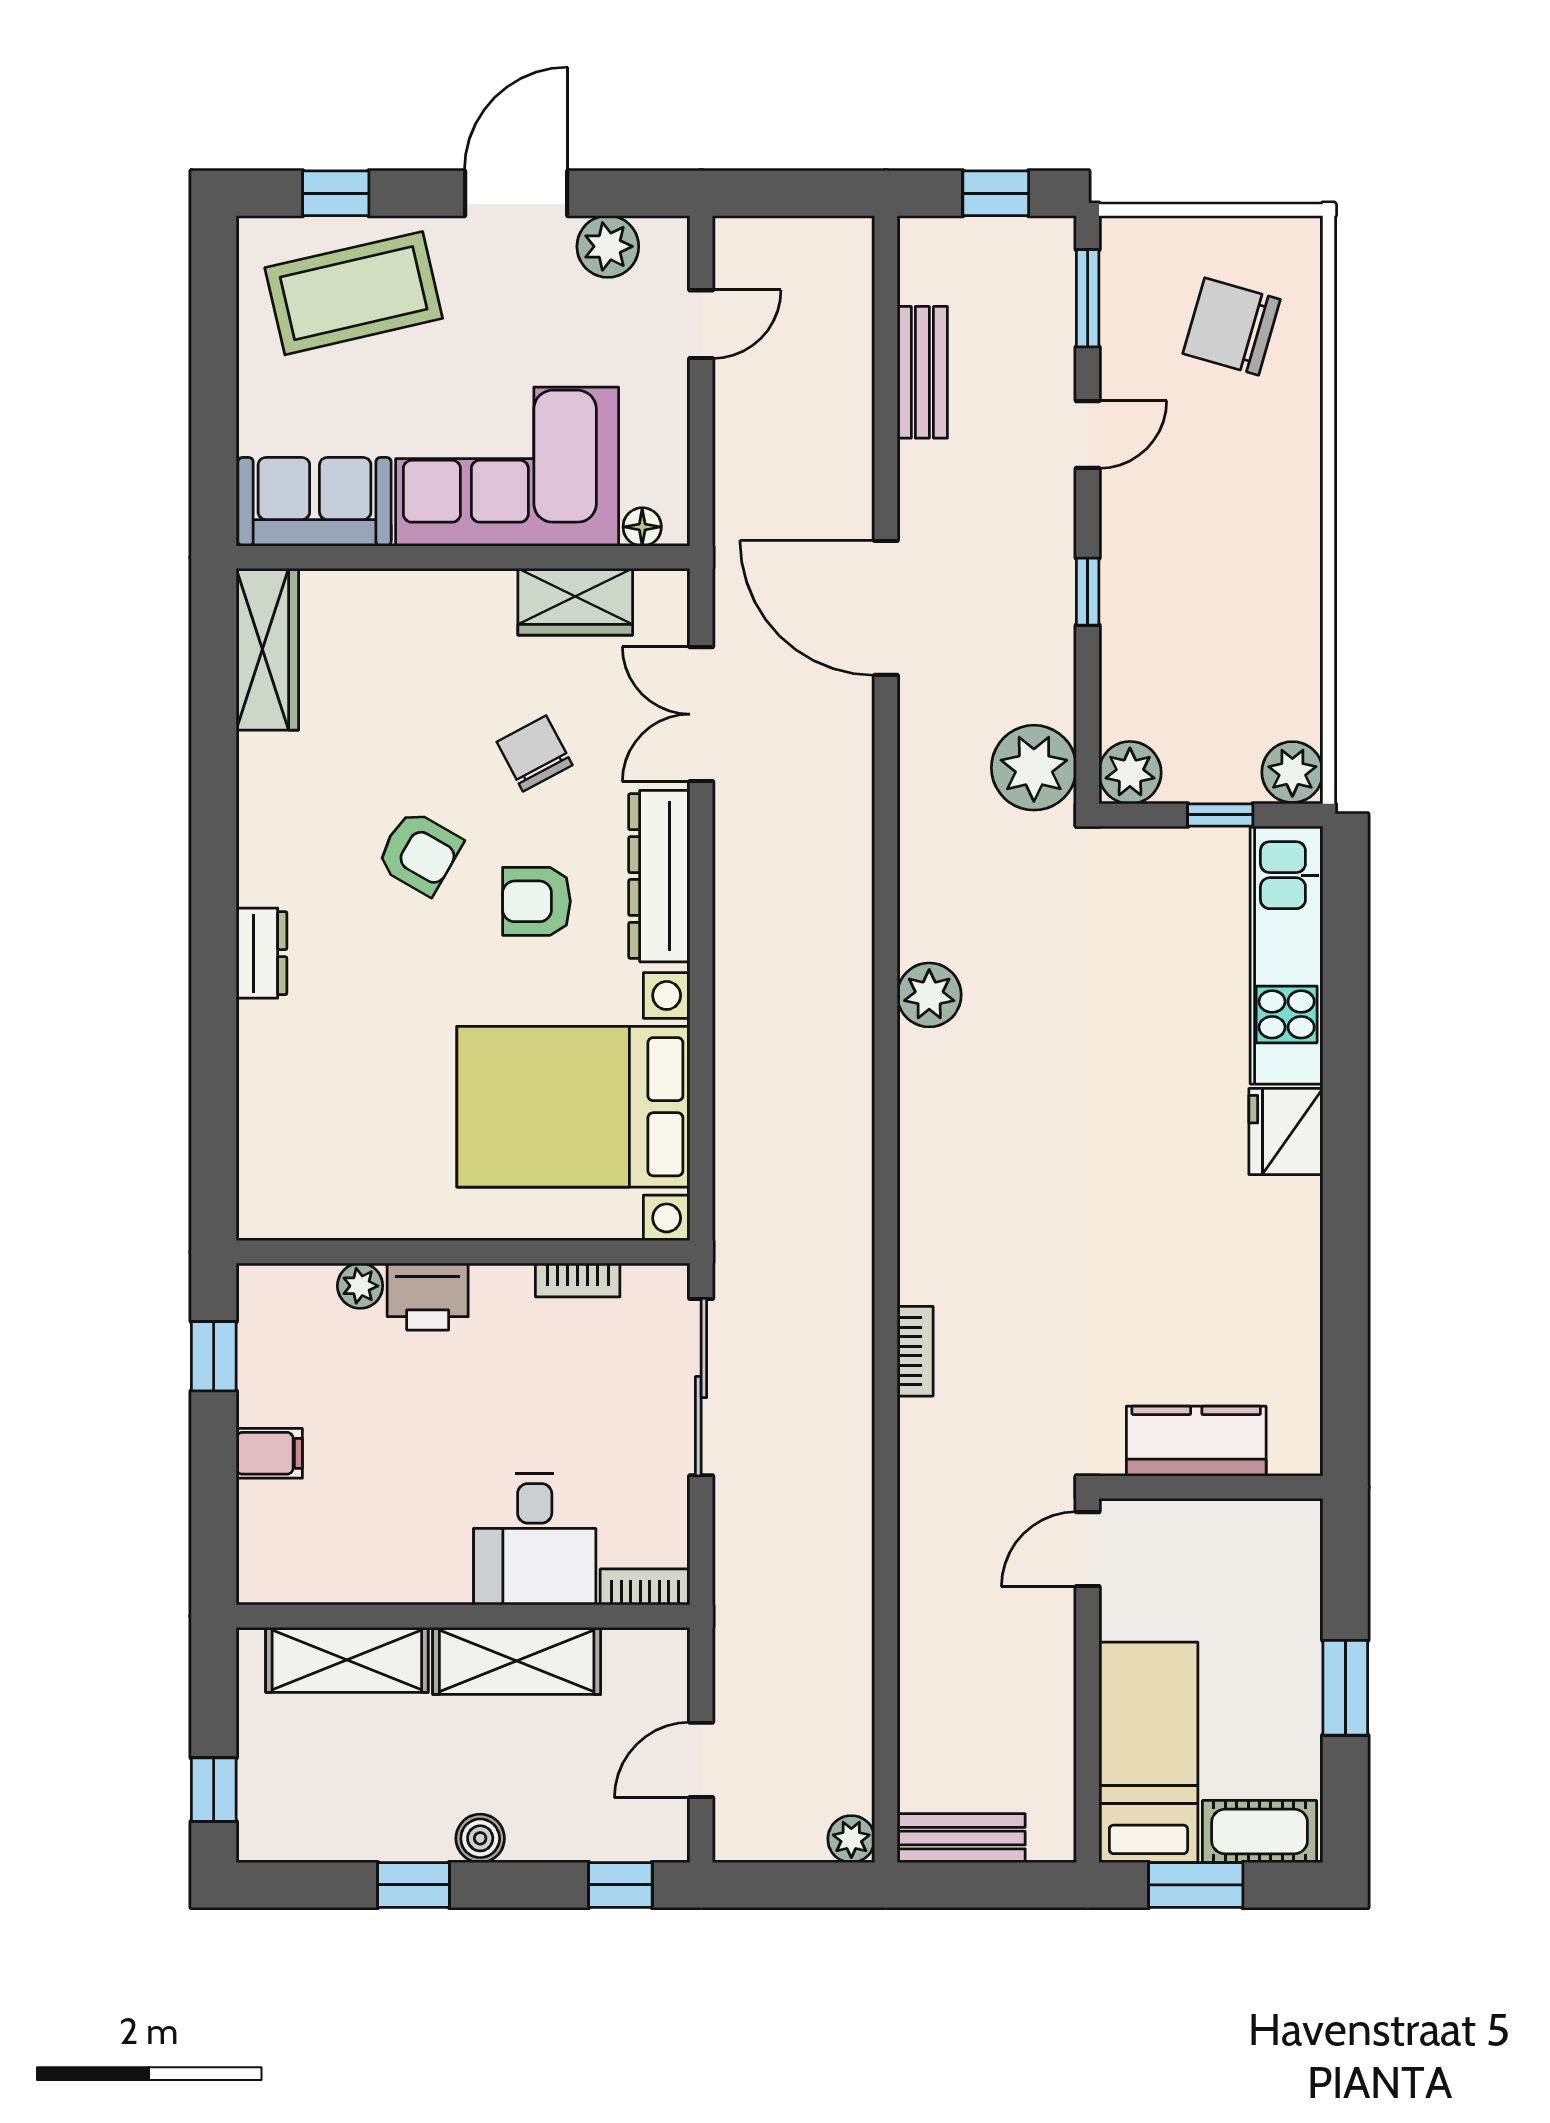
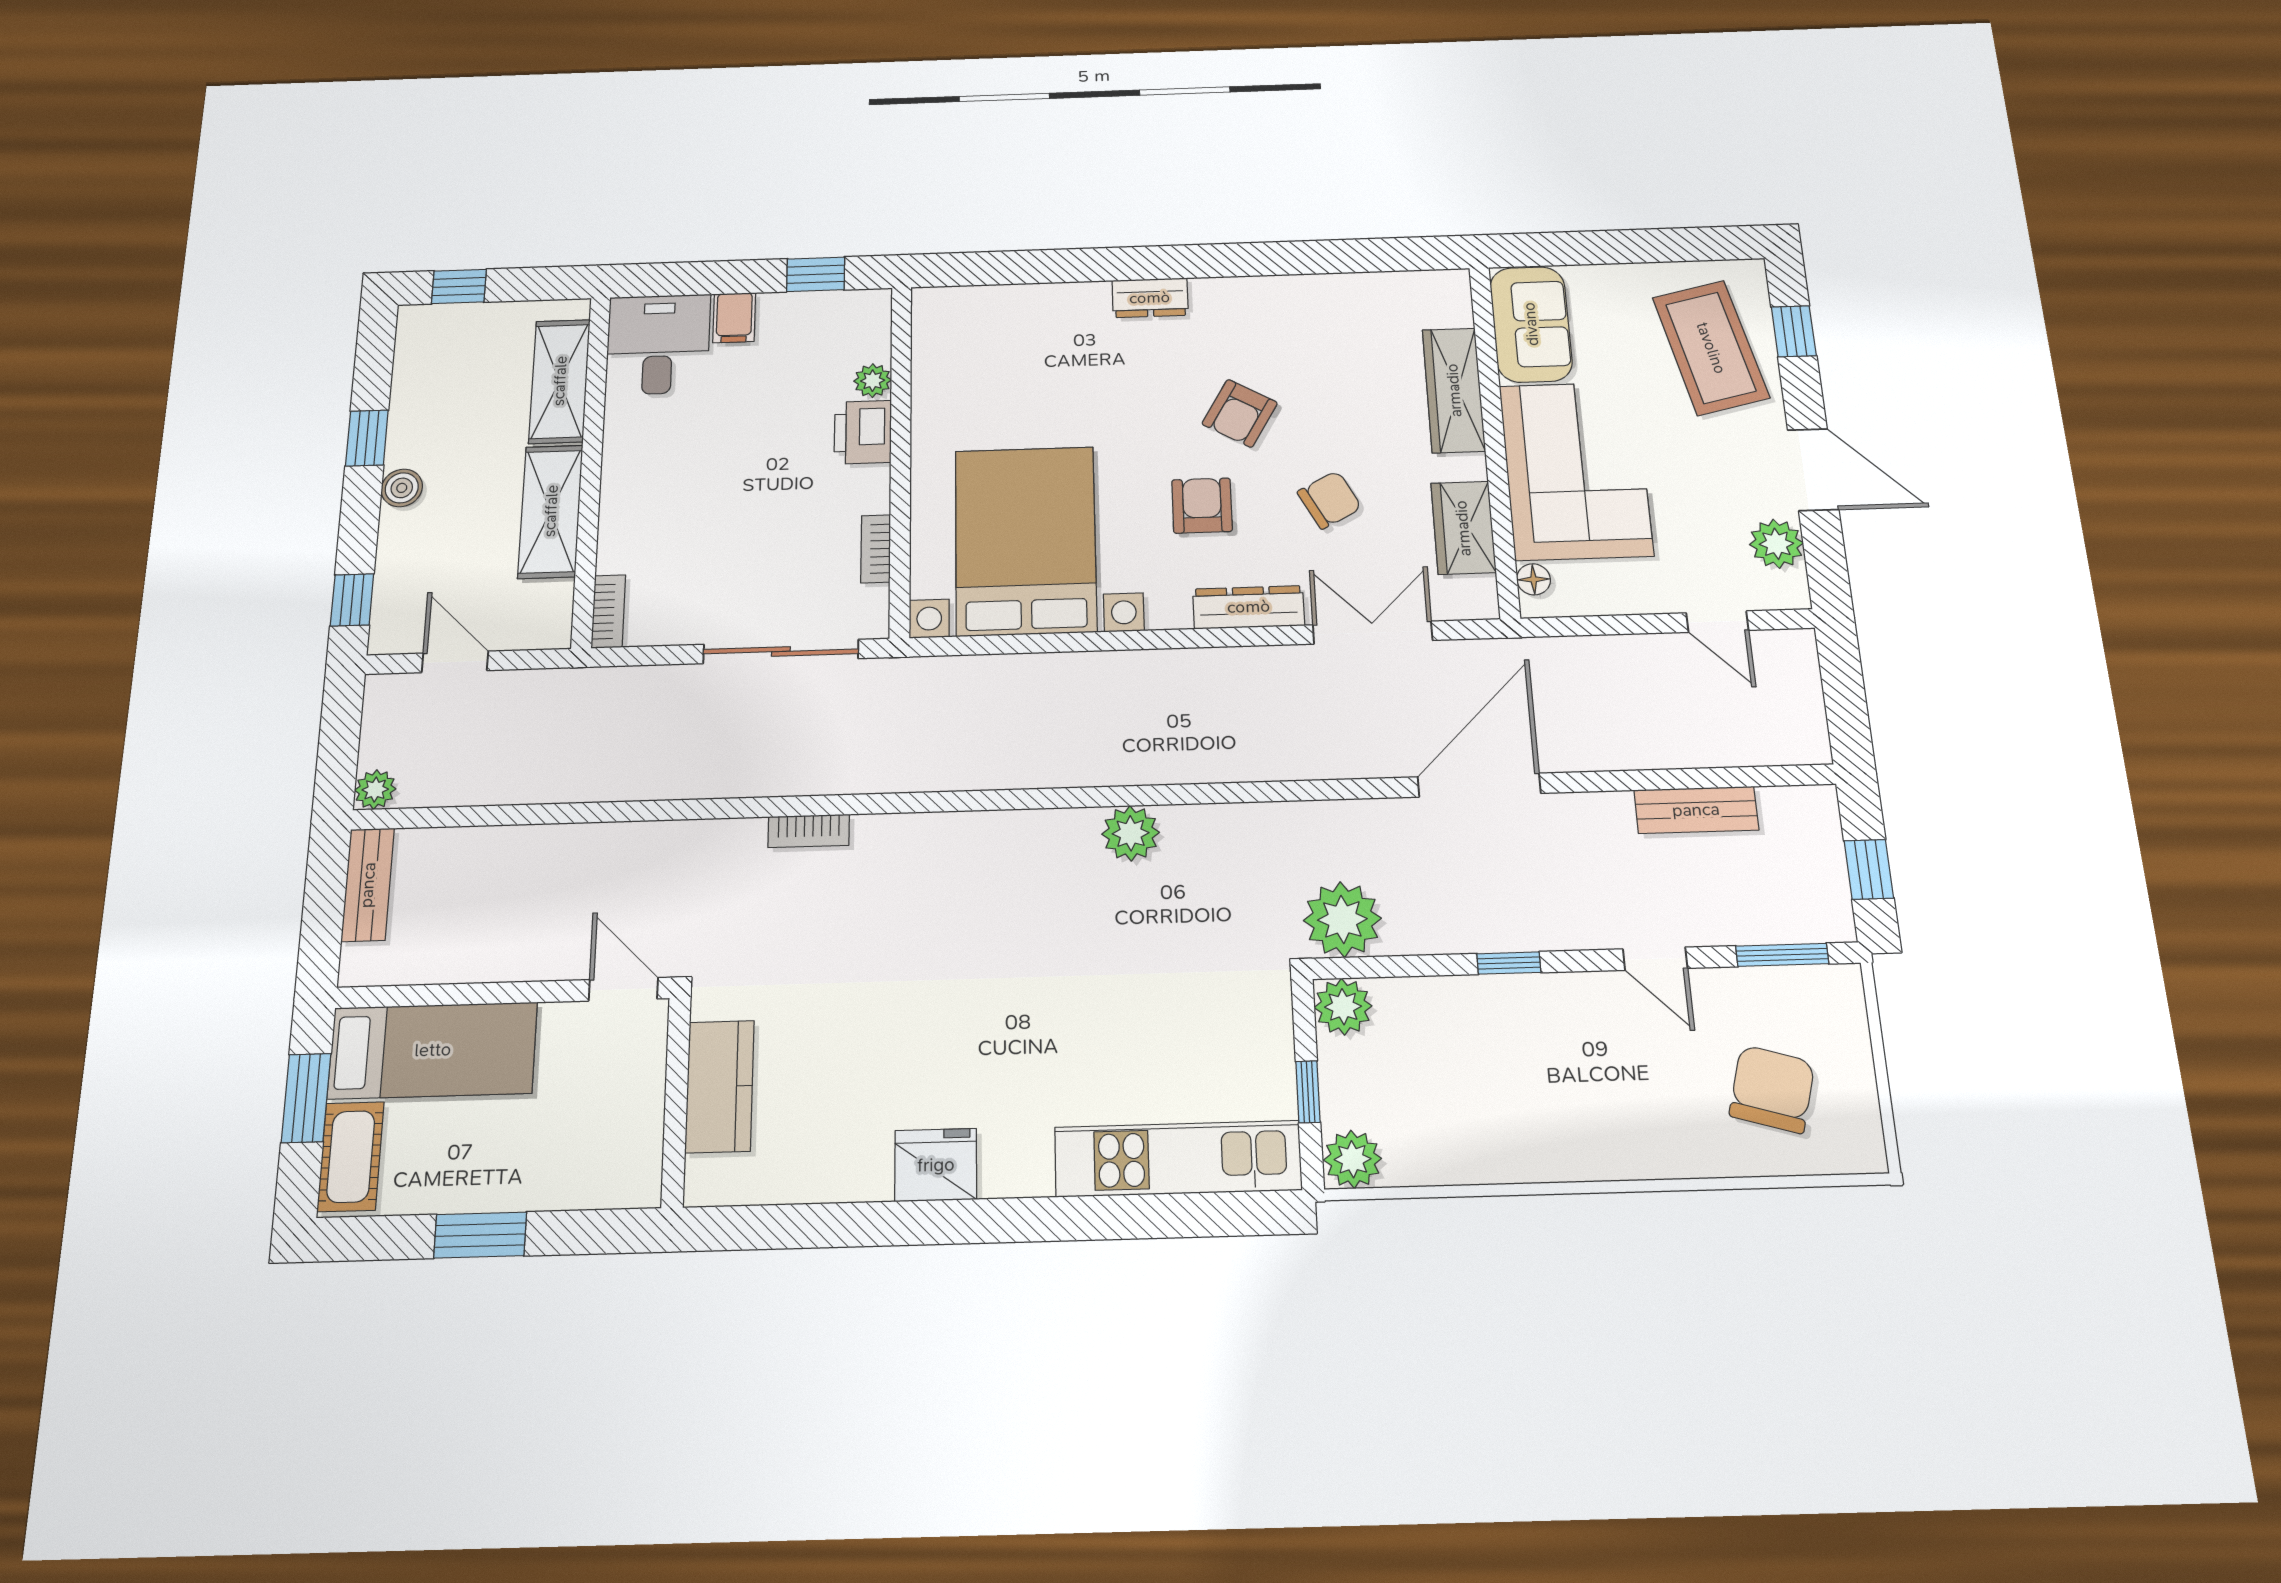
wardrobe: (267, 649) -> (1454, 390), moved, turned 90
dresser: (659, 876) -> (1249, 607), width x0.73, depth x0.80
fridge: (1286, 1132) -> (936, 1165), moved
desk: (535, 1539) -> (658, 344), moved, turned 90

